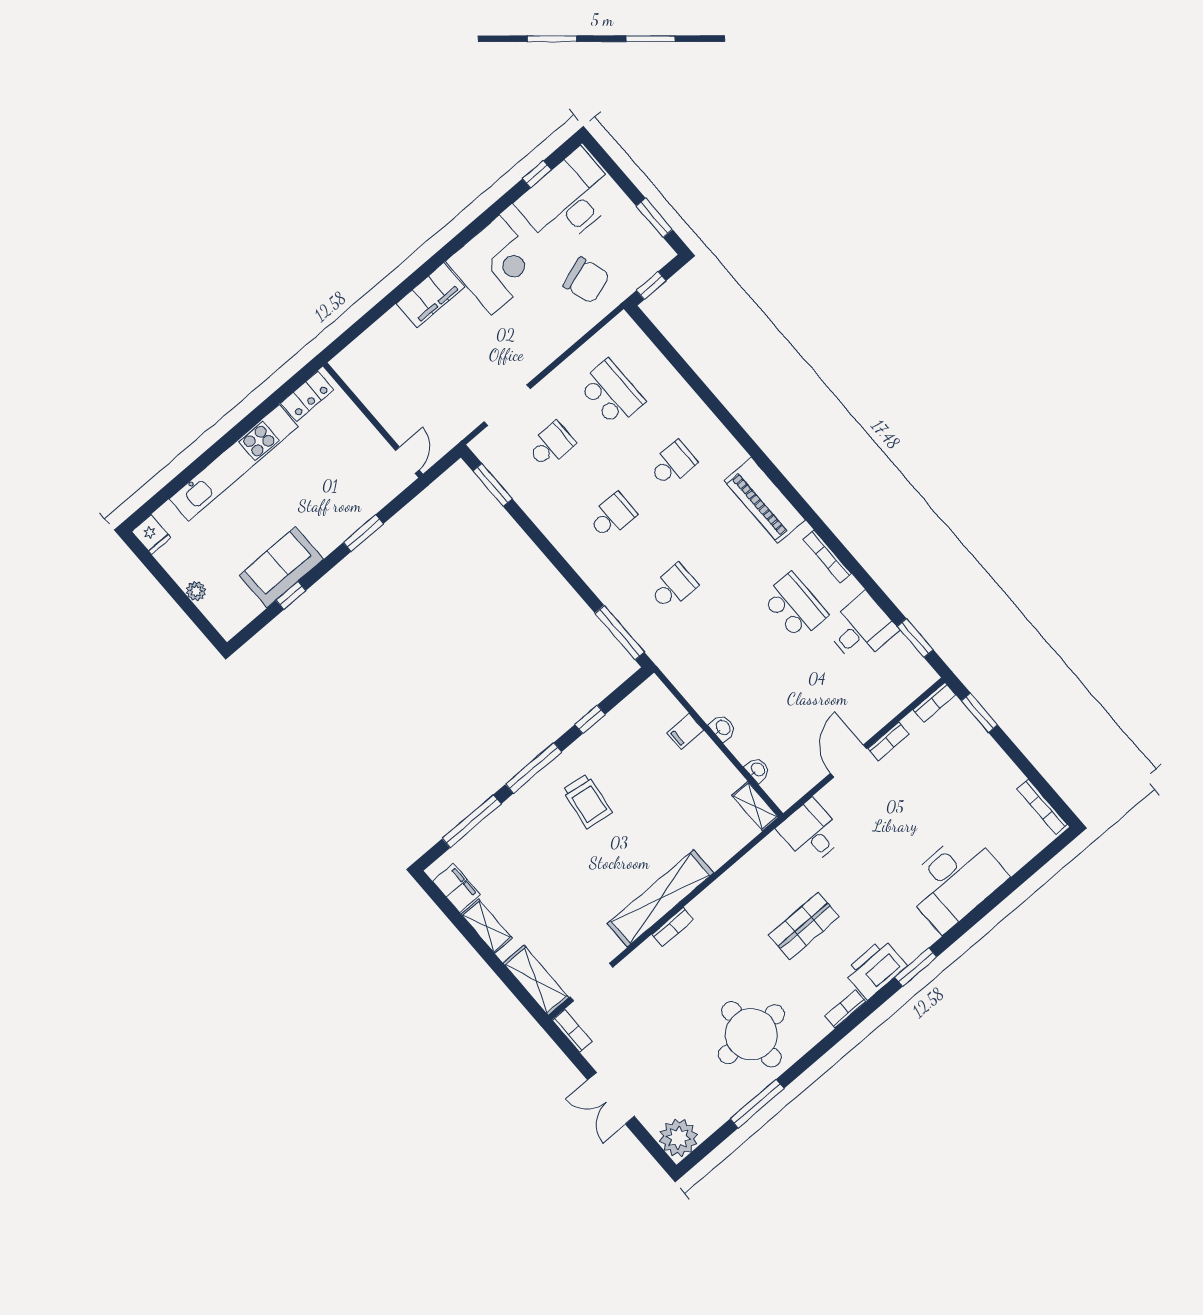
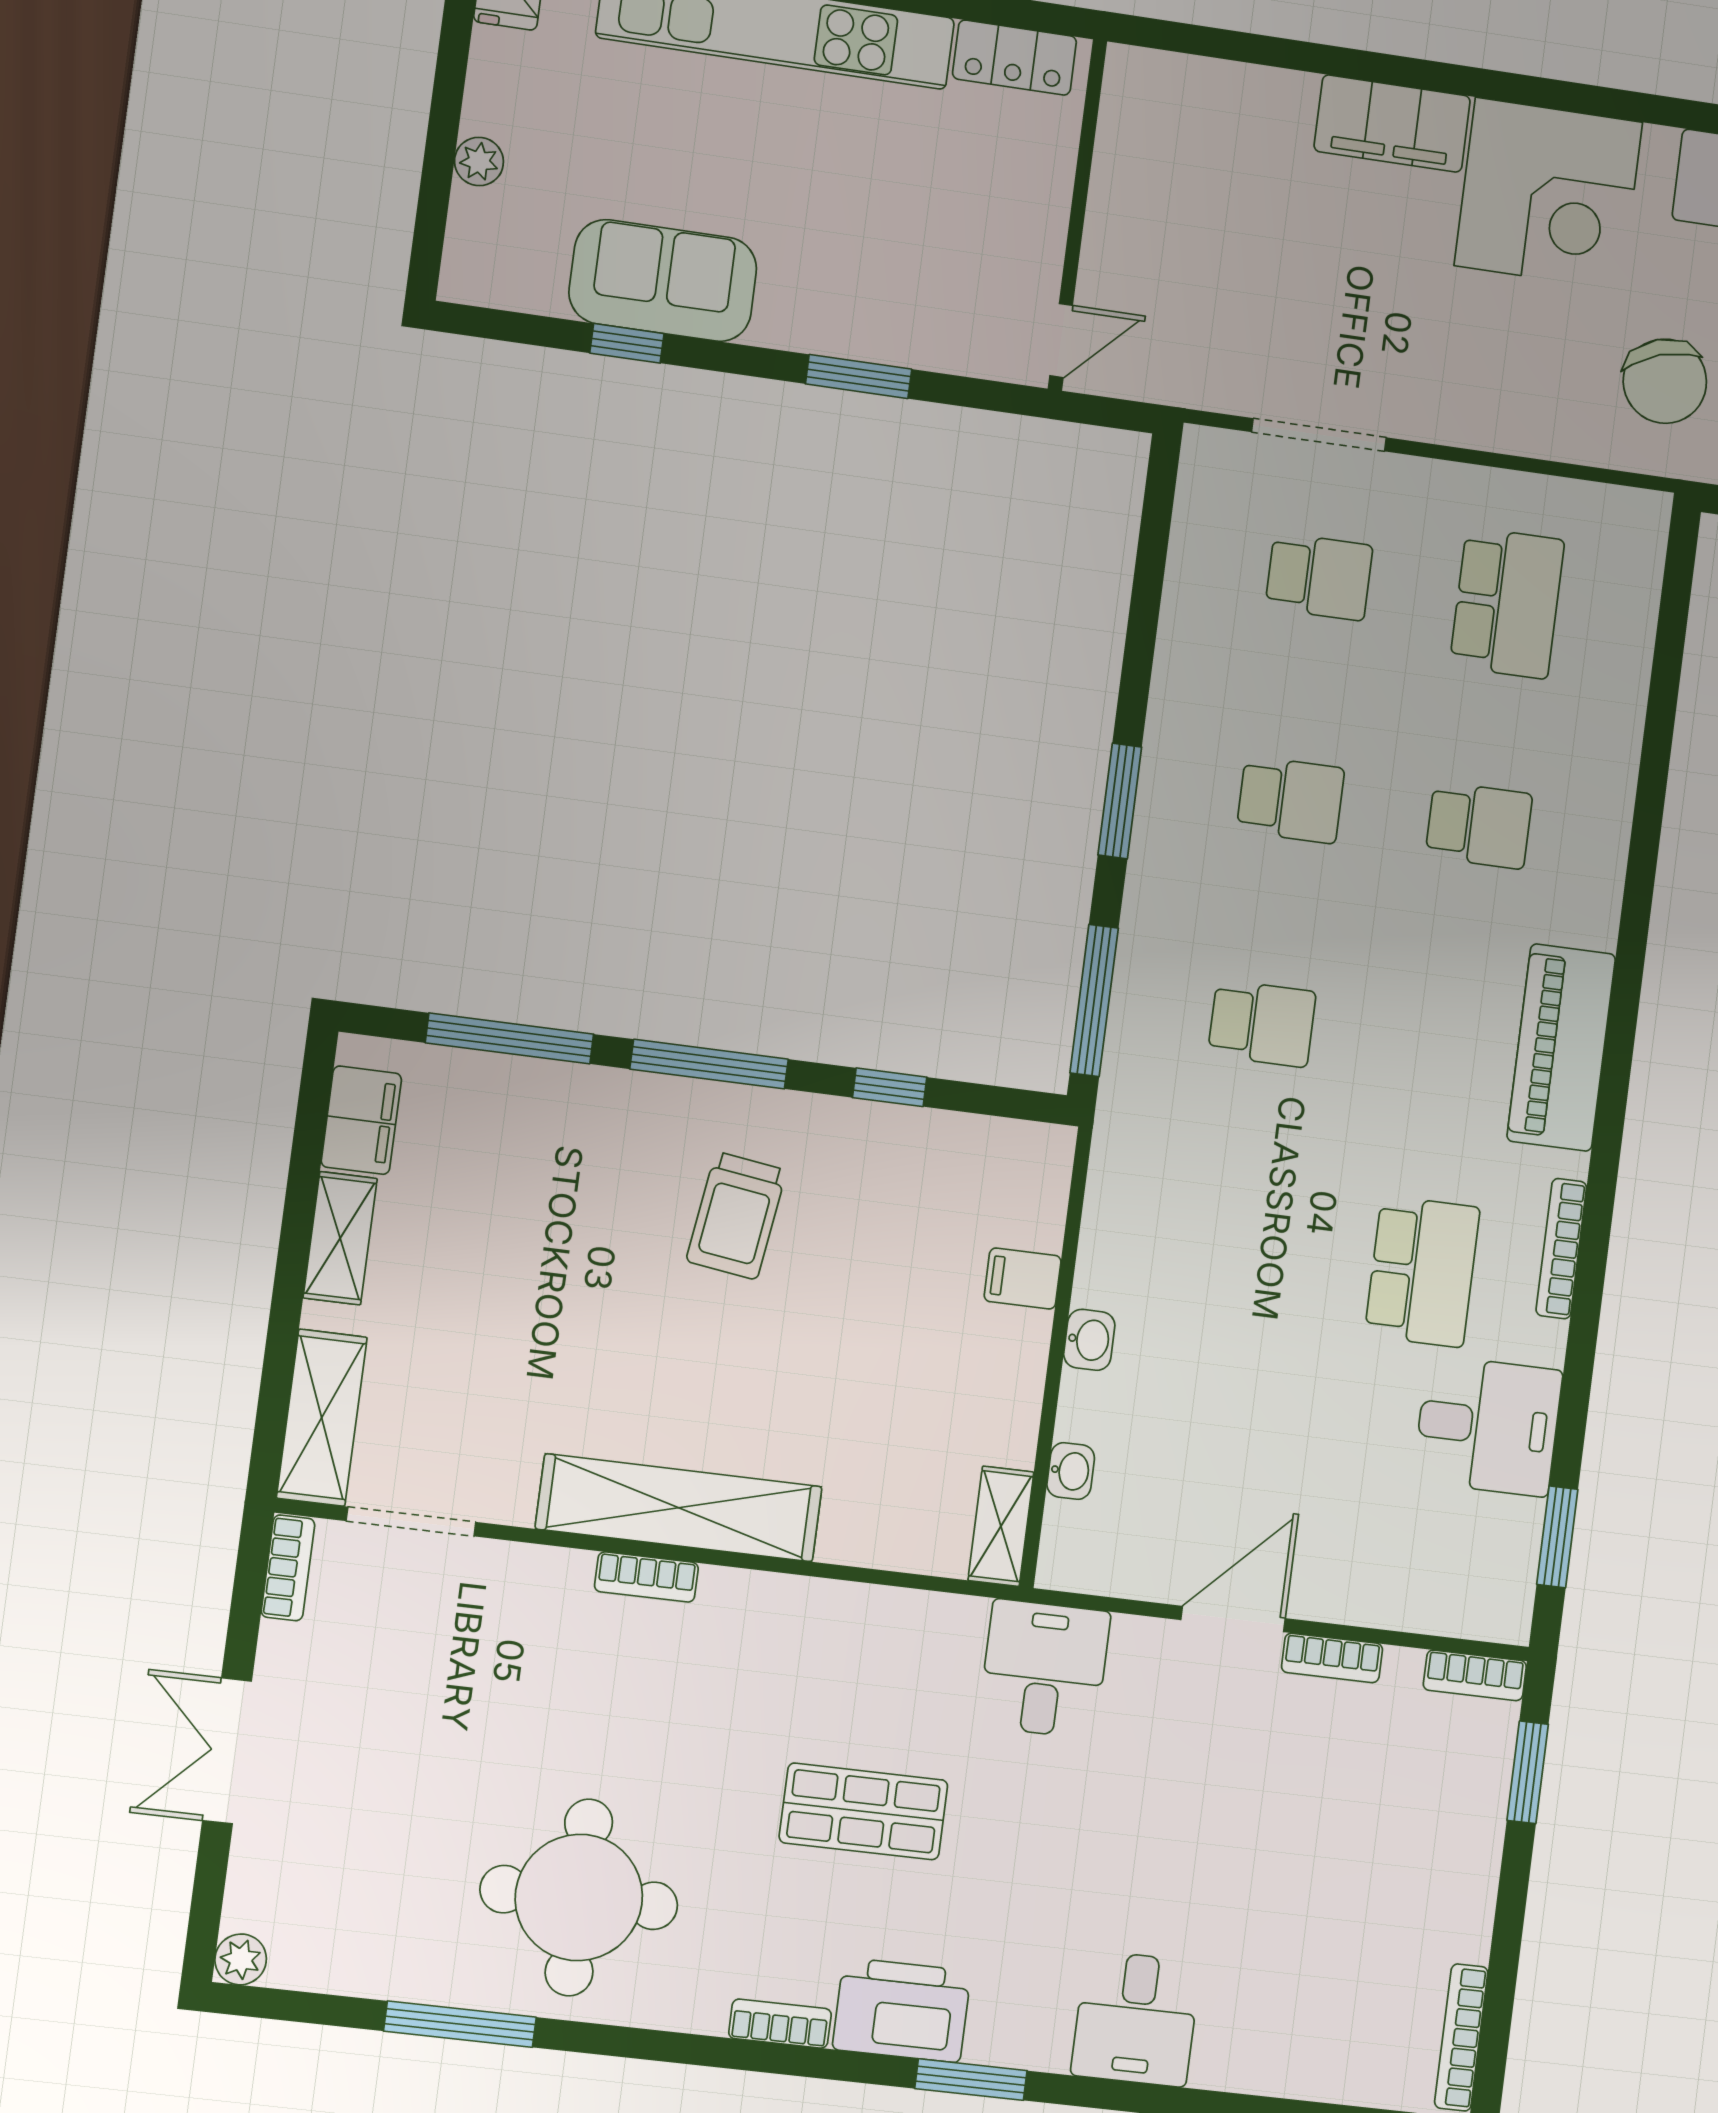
window: (493, 485) -> (1120, 801), moved
desk: (955, 881) -> (1136, 2019), width x0.53, depth x0.77
plant: (678, 1138) -> (241, 1959), width x0.53, depth x0.53

